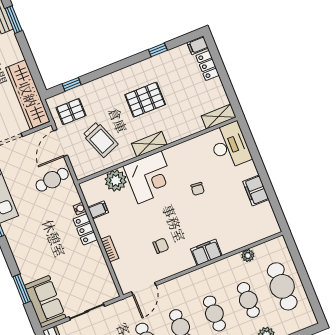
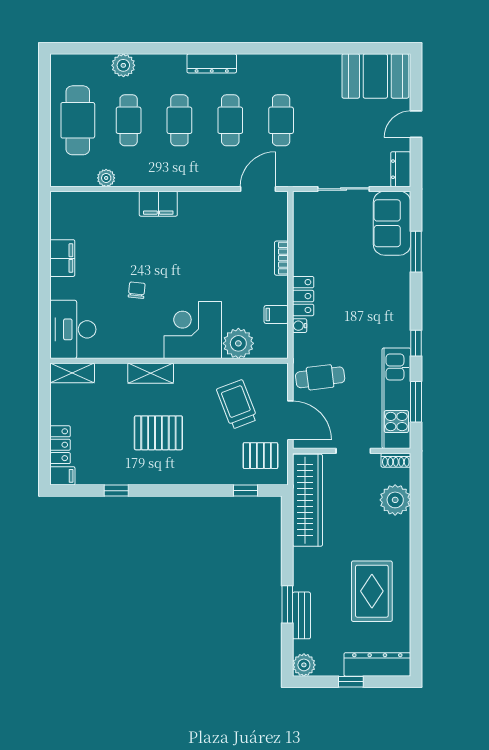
door: (60, 143) -> (290, 420), hinge flipped
shelving: (149, 144) -> (151, 373), moved
chair: (161, 246) -> (214, 236), removed

